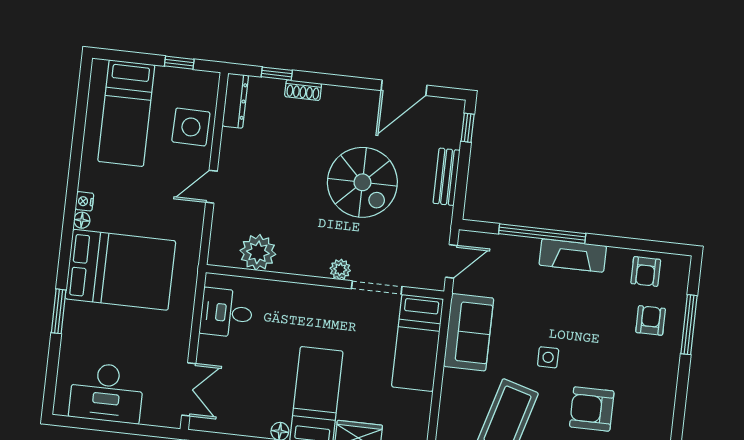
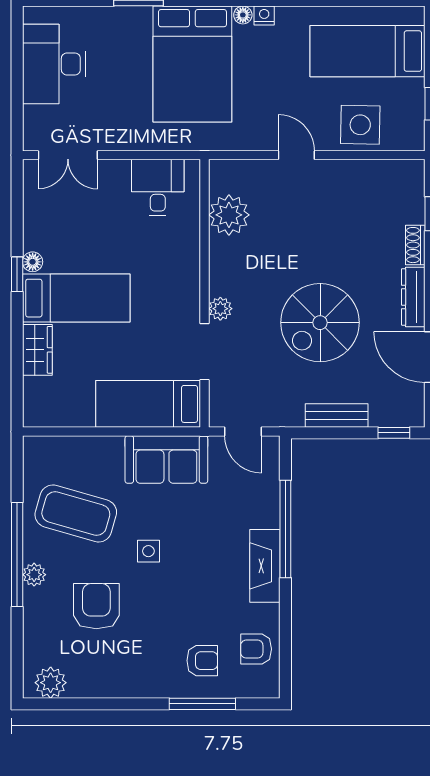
dresser: (235, 101) -> (413, 297), moved, turned 90

